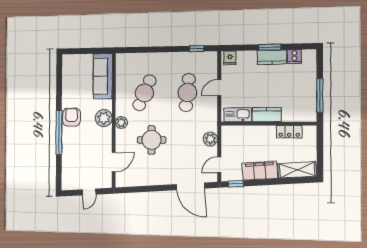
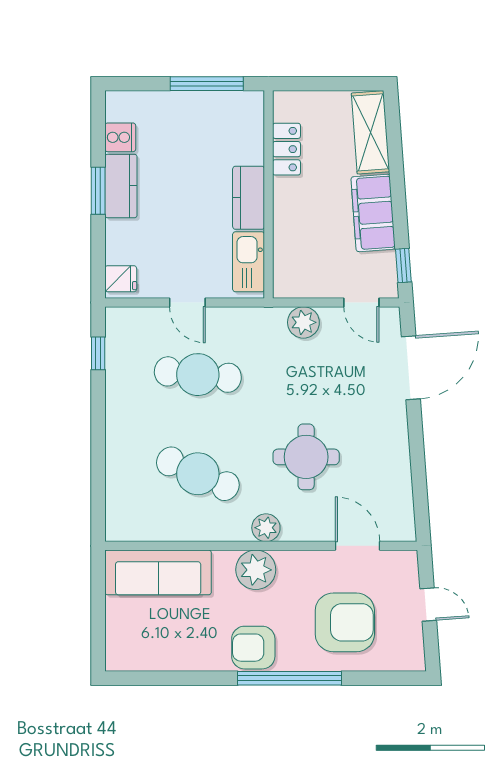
armchair: (82, 156) -> (345, 622), added

